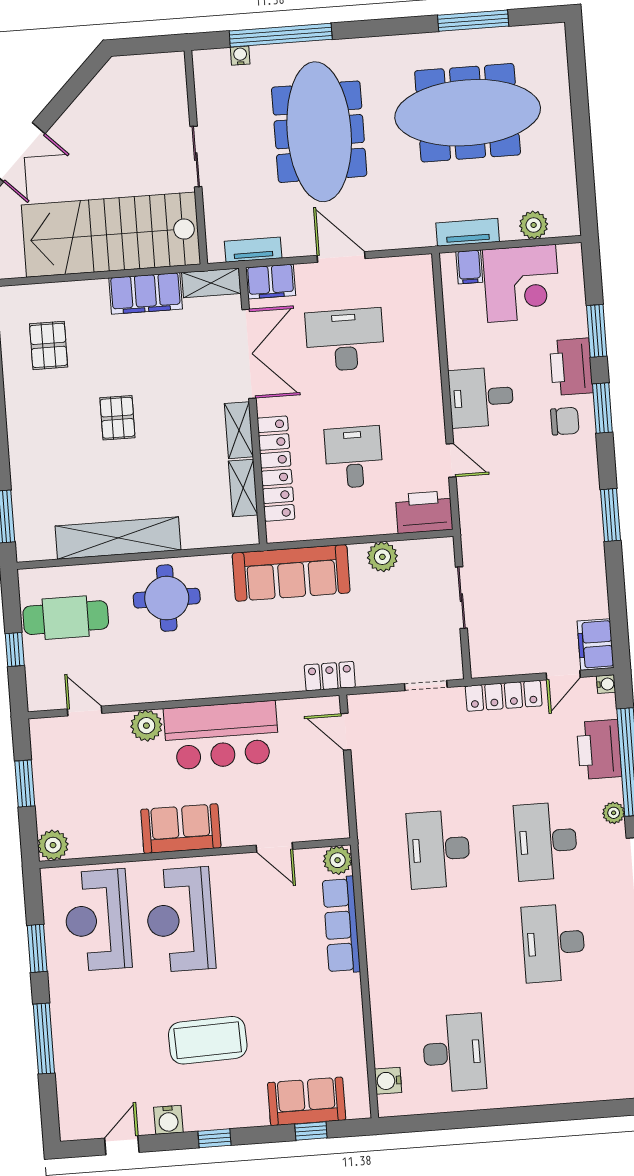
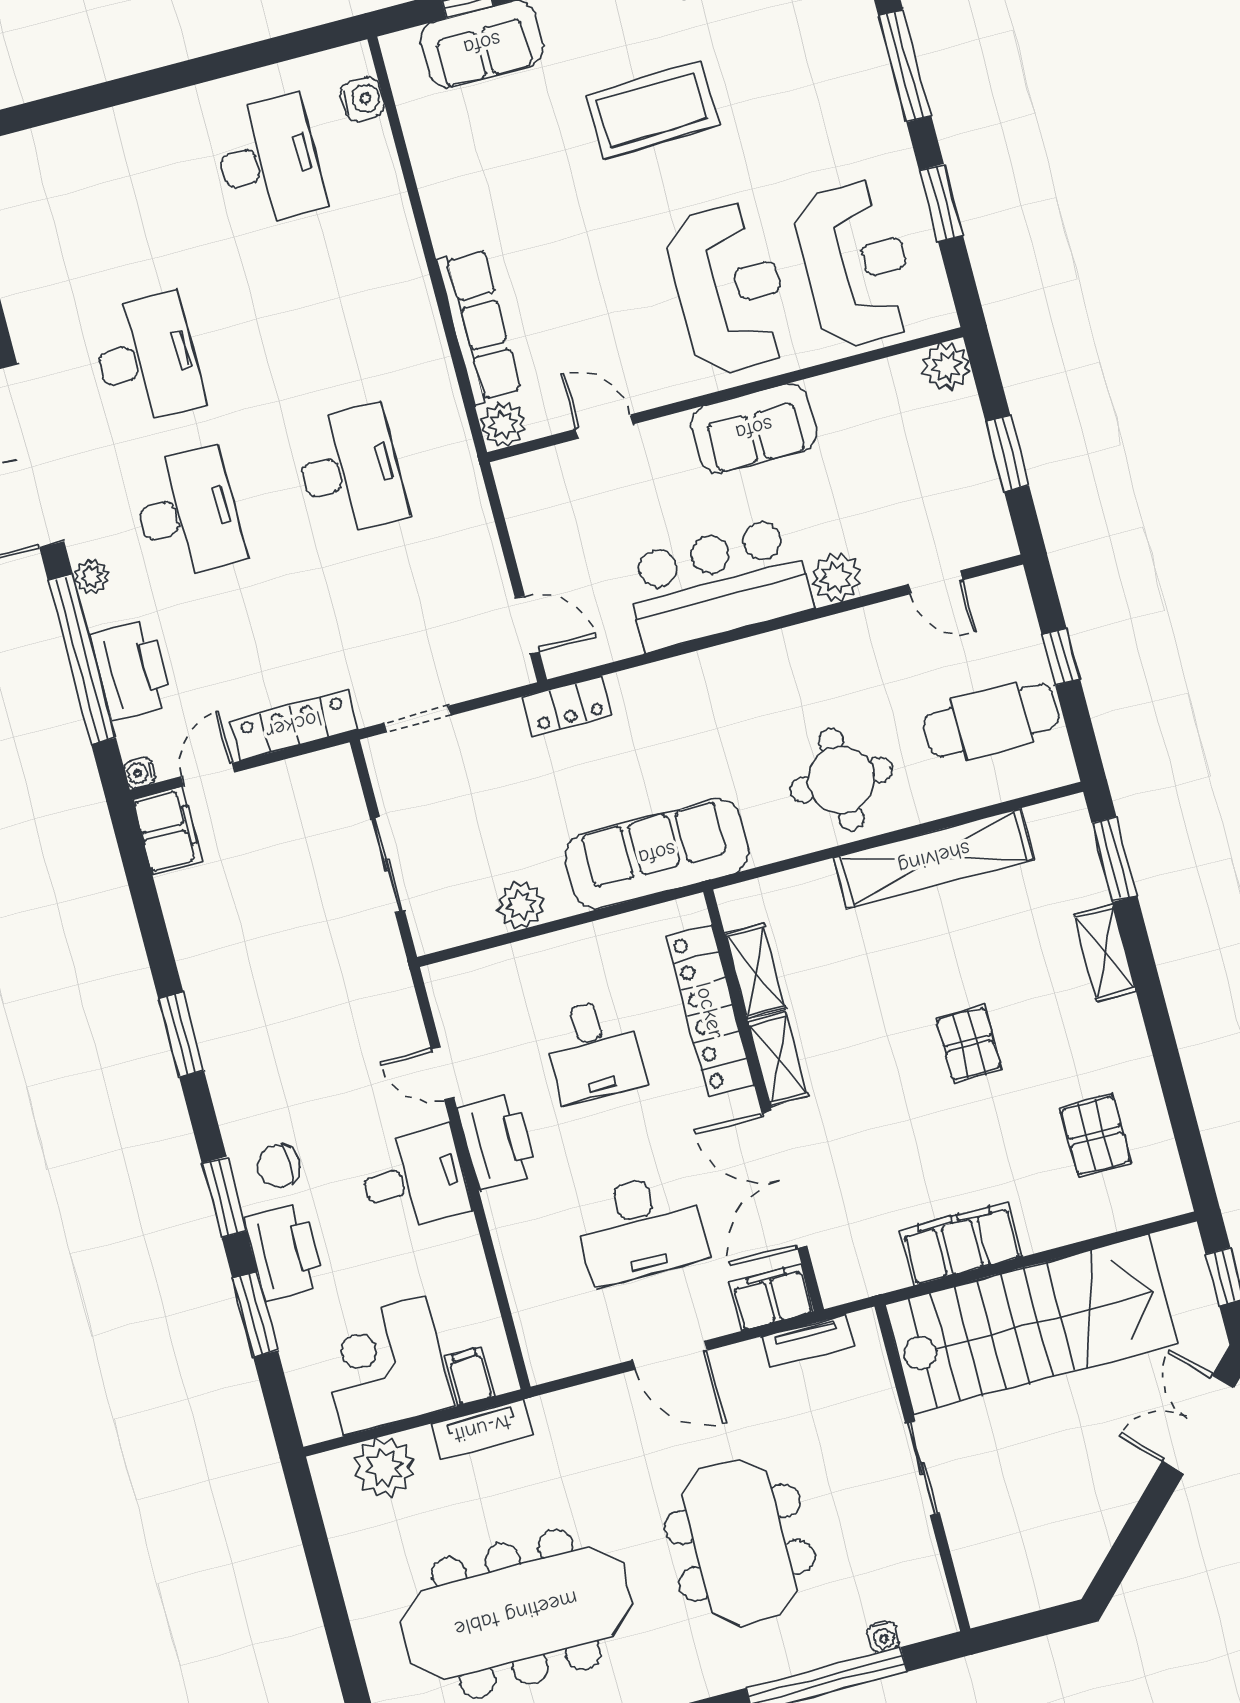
meeting table: (319, 132) -> (740, 1542), width x0.73
plant: (534, 225) -> (385, 1467), width x1.36, depth x1.36
shelving: (211, 283) -> (1105, 953), moved, turned 90
printer: (424, 512) -> (498, 1142), moved, turned -90
desk: (454, 1053) -> (269, 161), turned 180

